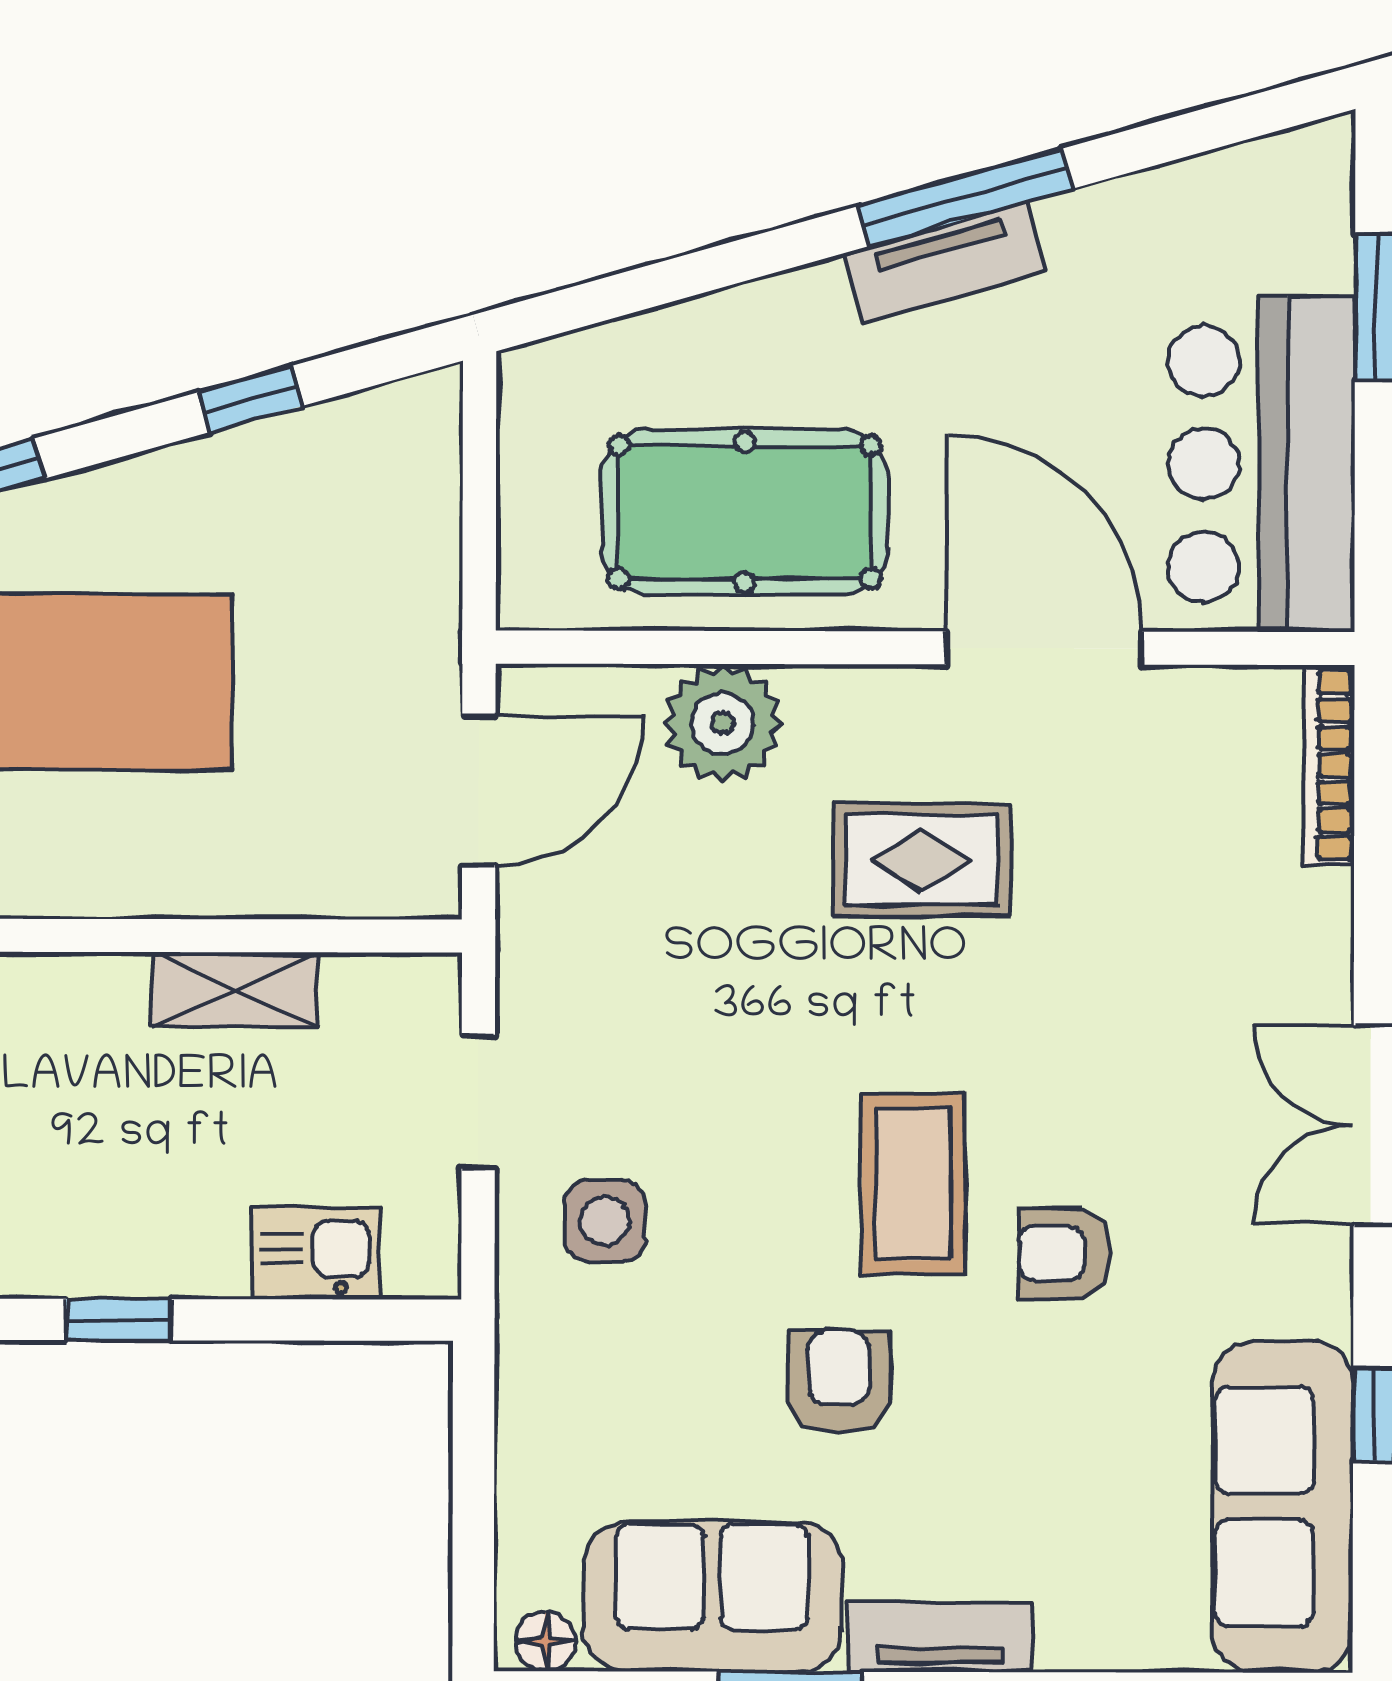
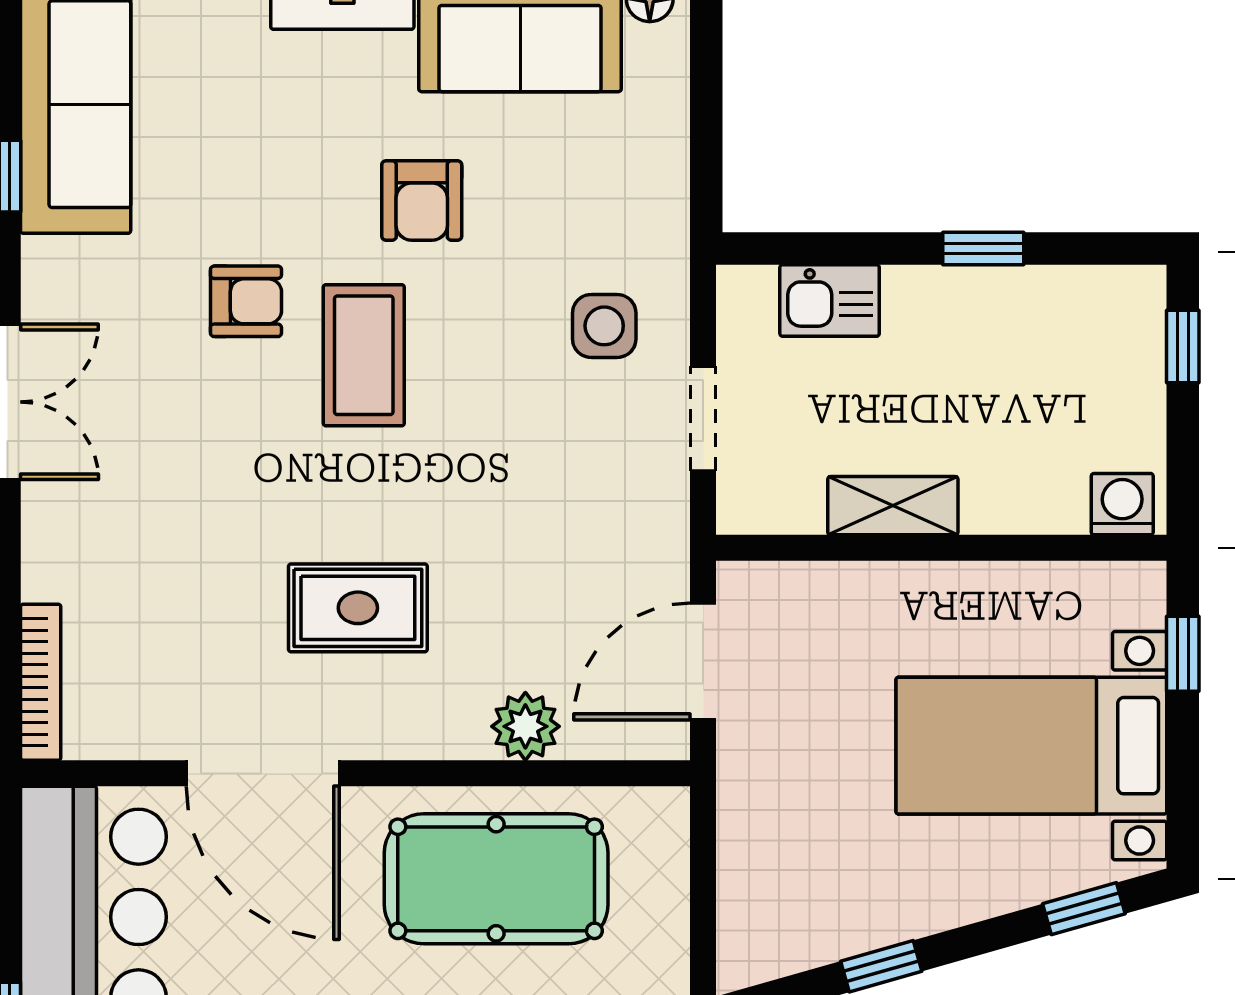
plant: (723, 723) -> (525, 726), width x0.73, depth x0.73

